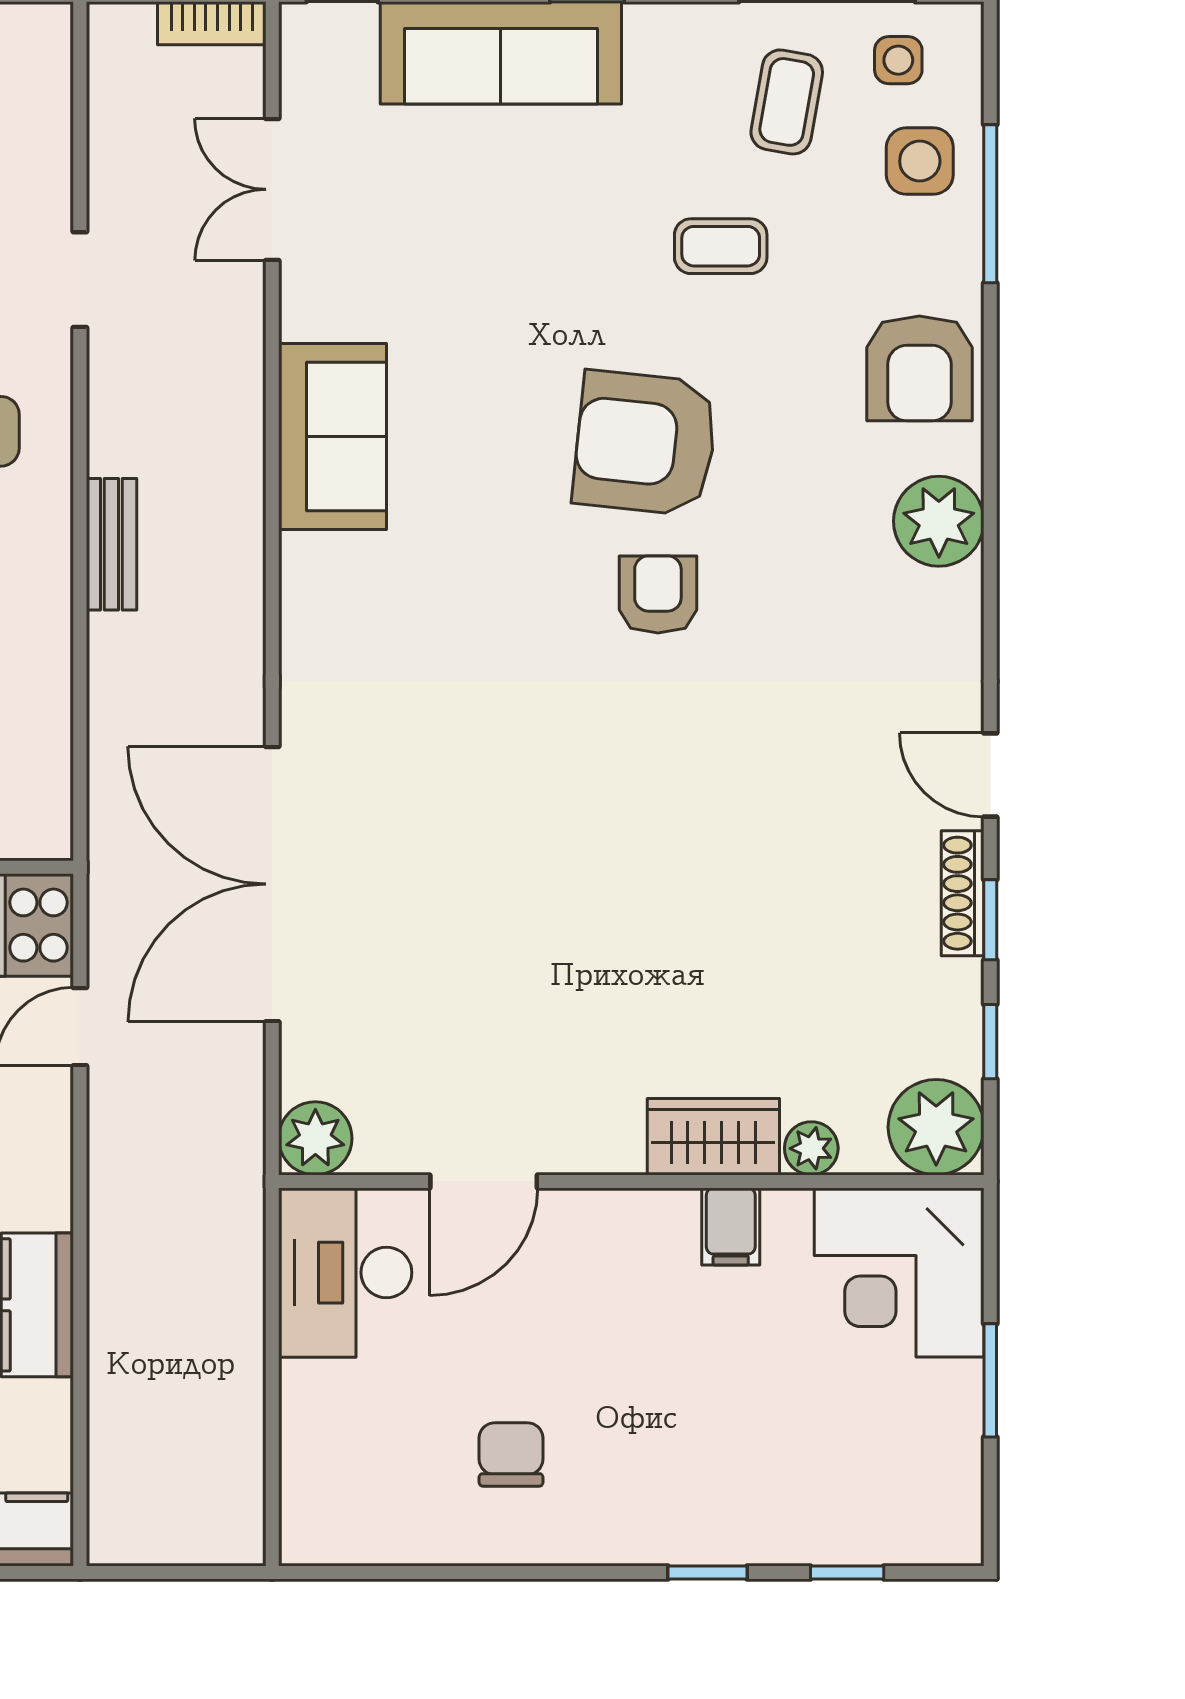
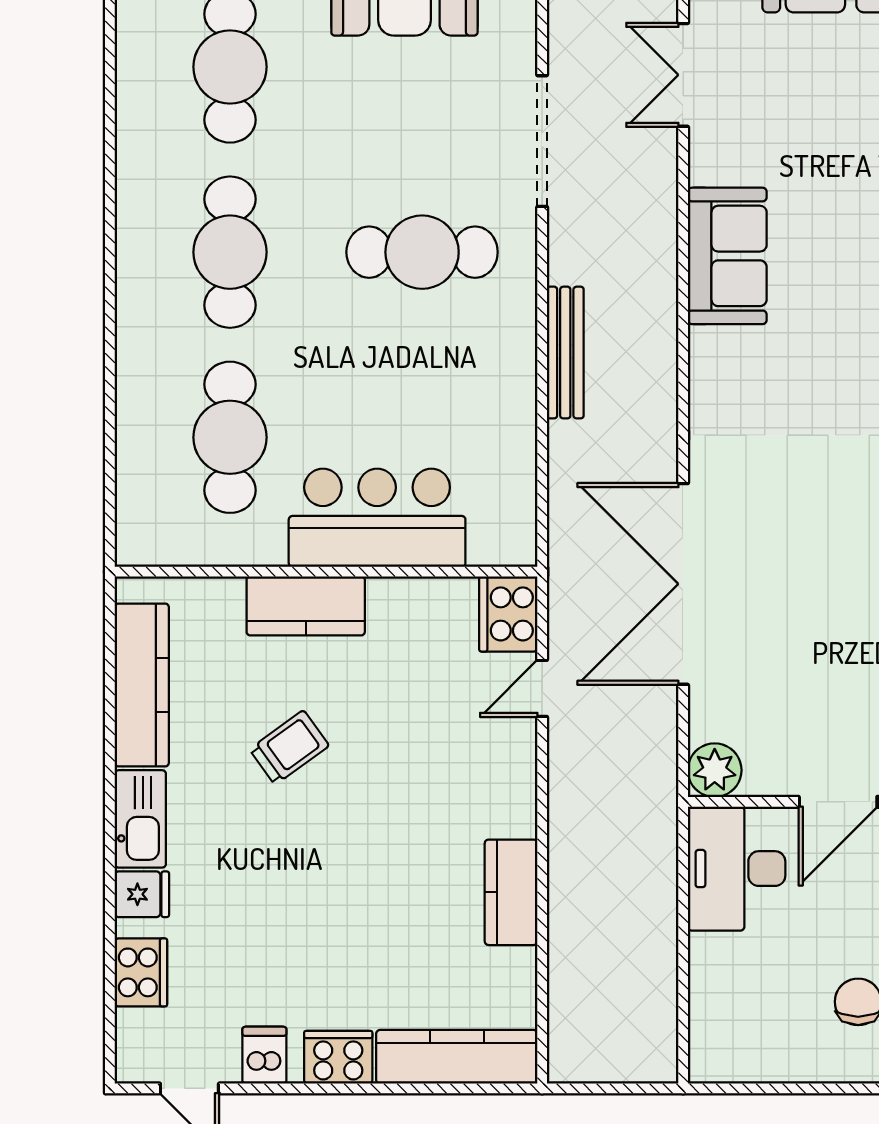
doorway: (80, 280) -> (542, 141), width x1.87
bench: (111, 544) -> (565, 353), width x1.36

